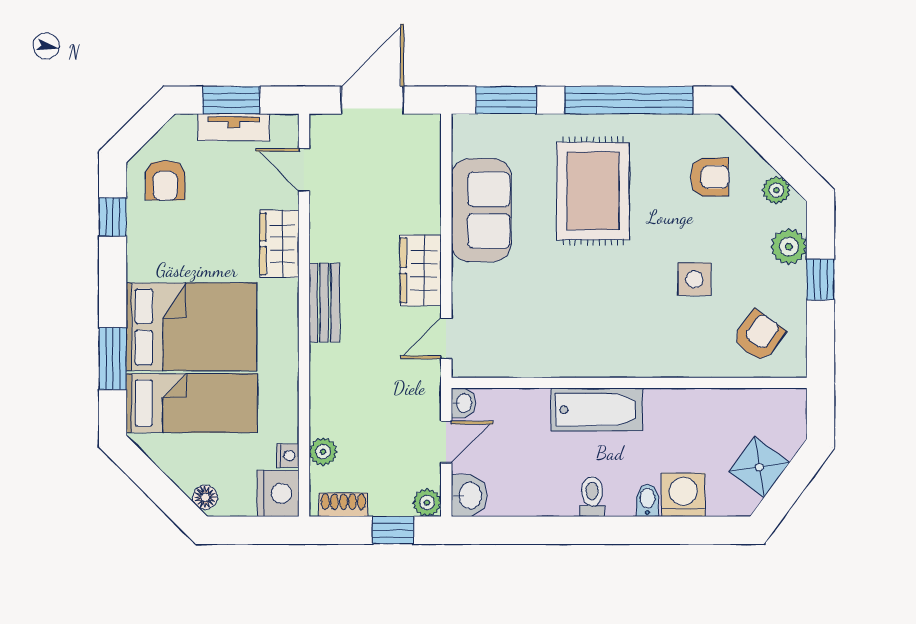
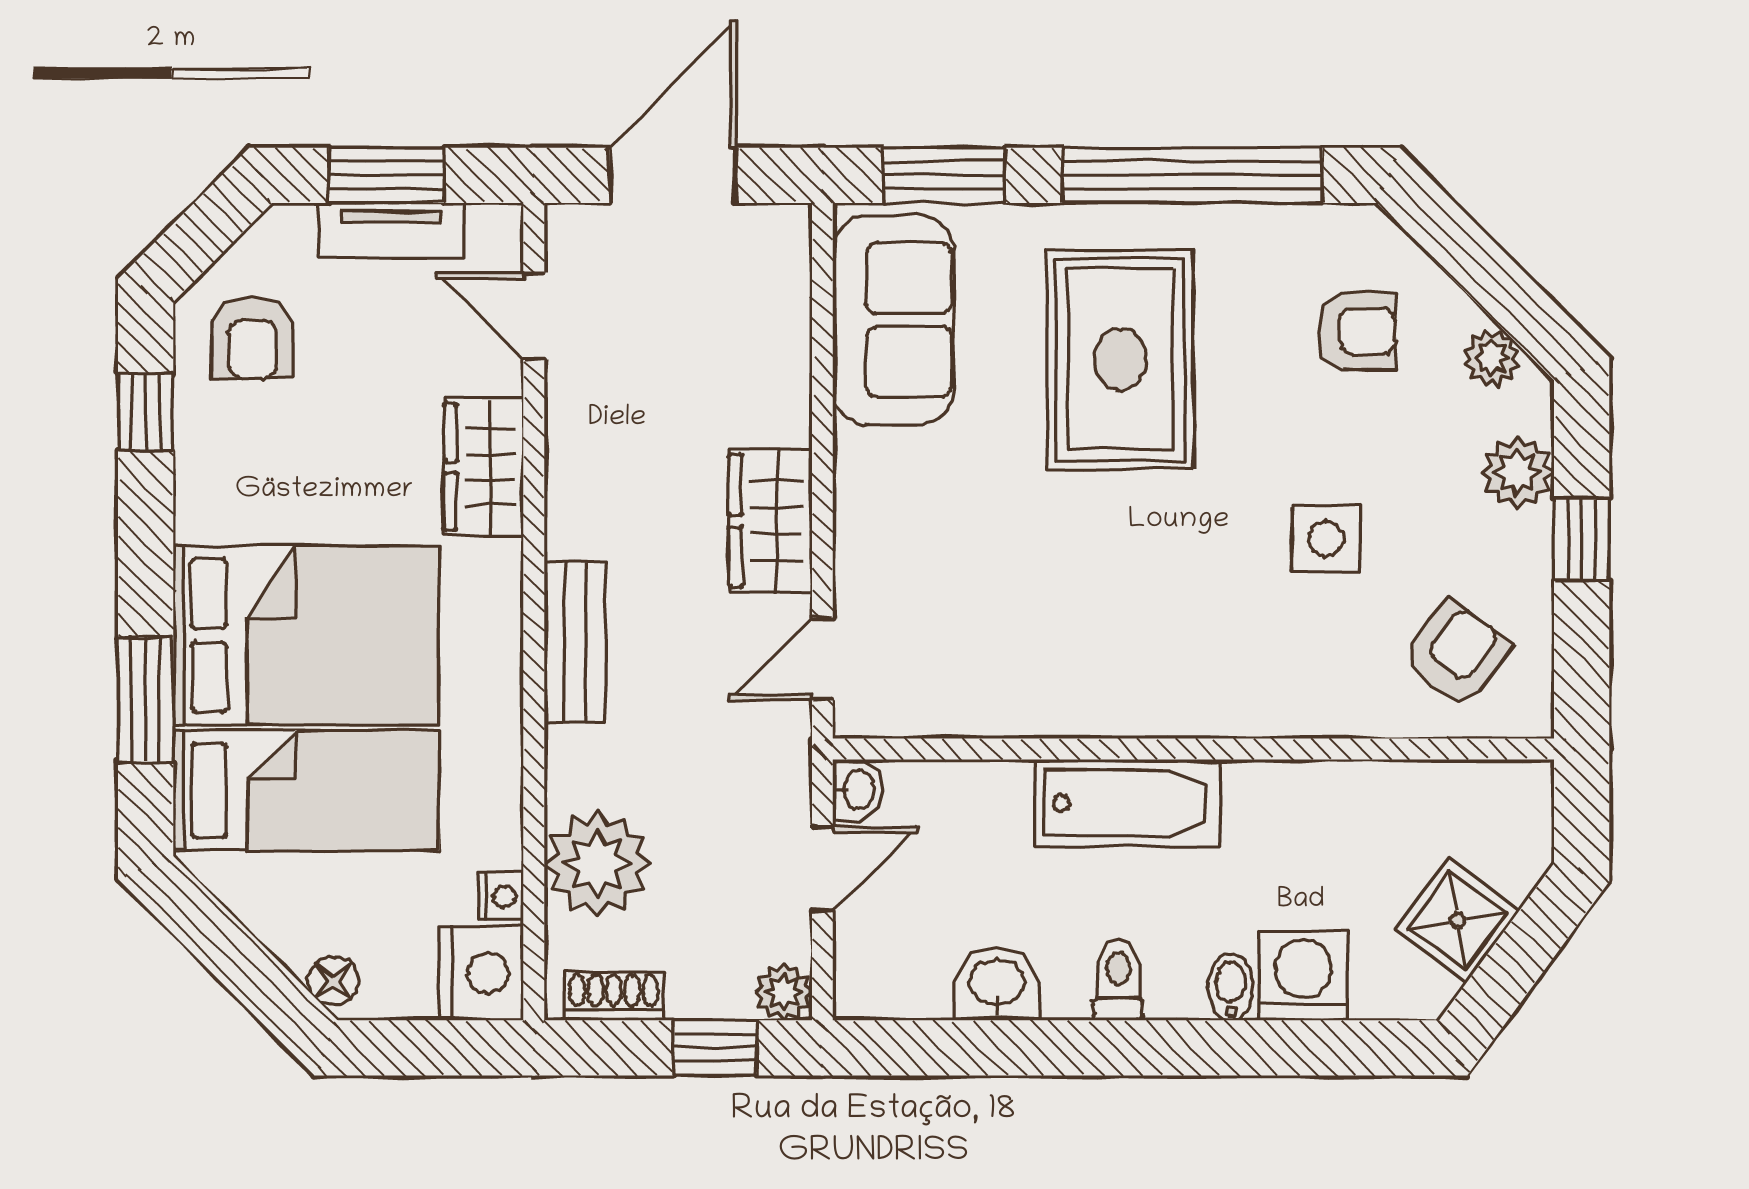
sofa: (481, 210) -> (893, 320), moved
bench: (324, 303) -> (575, 642), moved
plant: (323, 452) -> (597, 864), width x1.88, depth x1.88
washbasin: (469, 496) -> (997, 984), moved, turned -90

